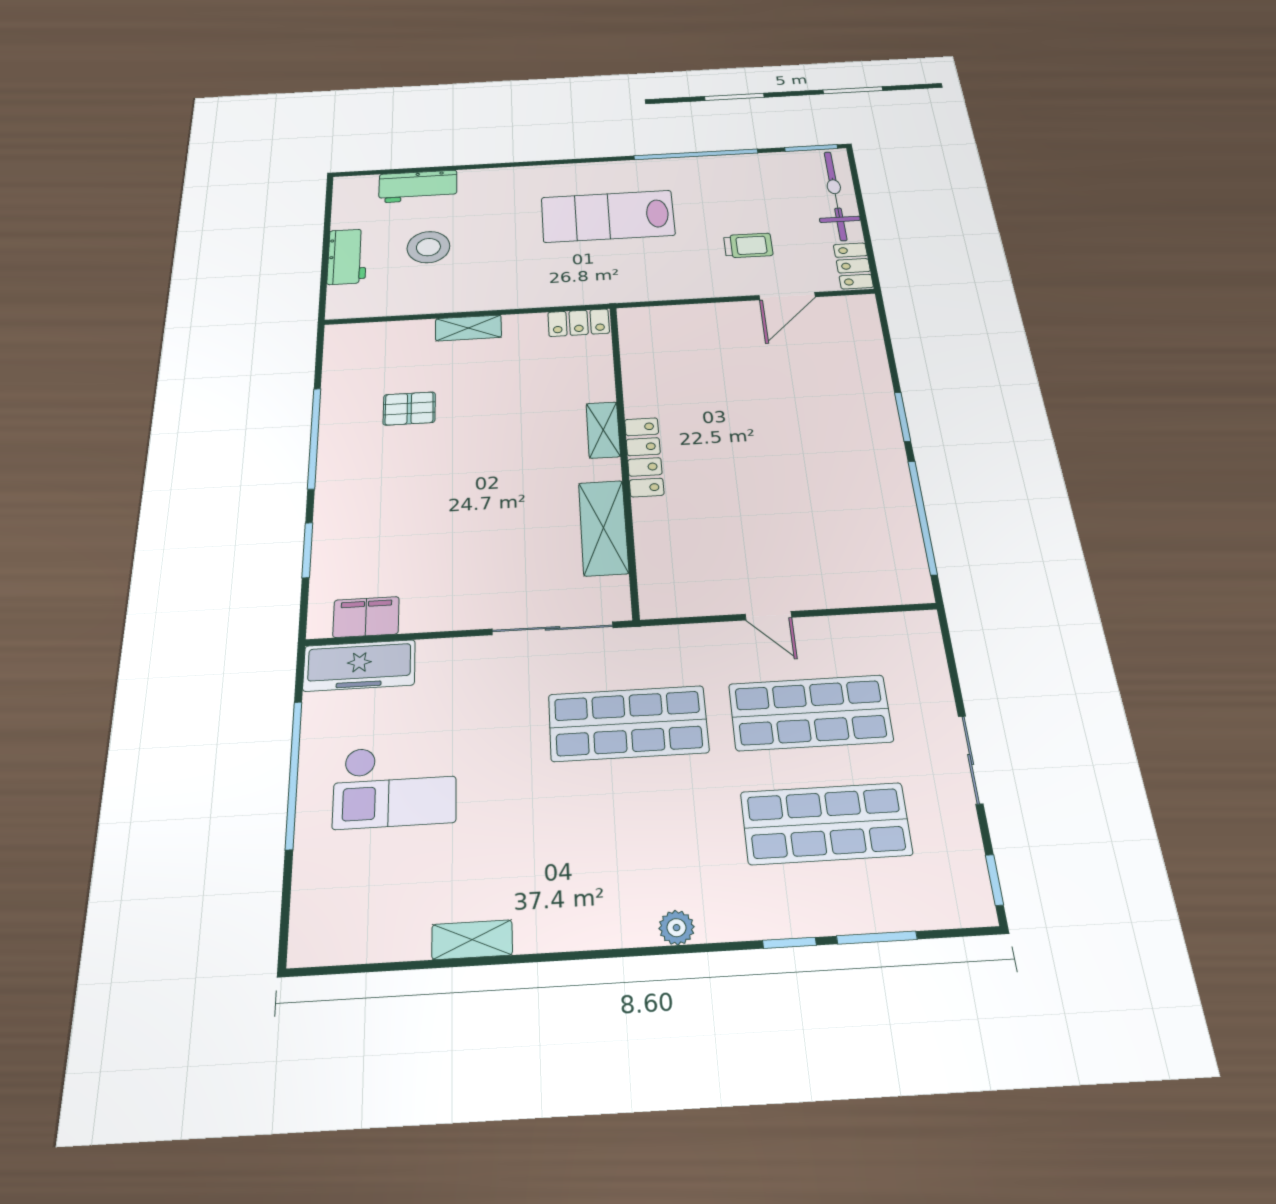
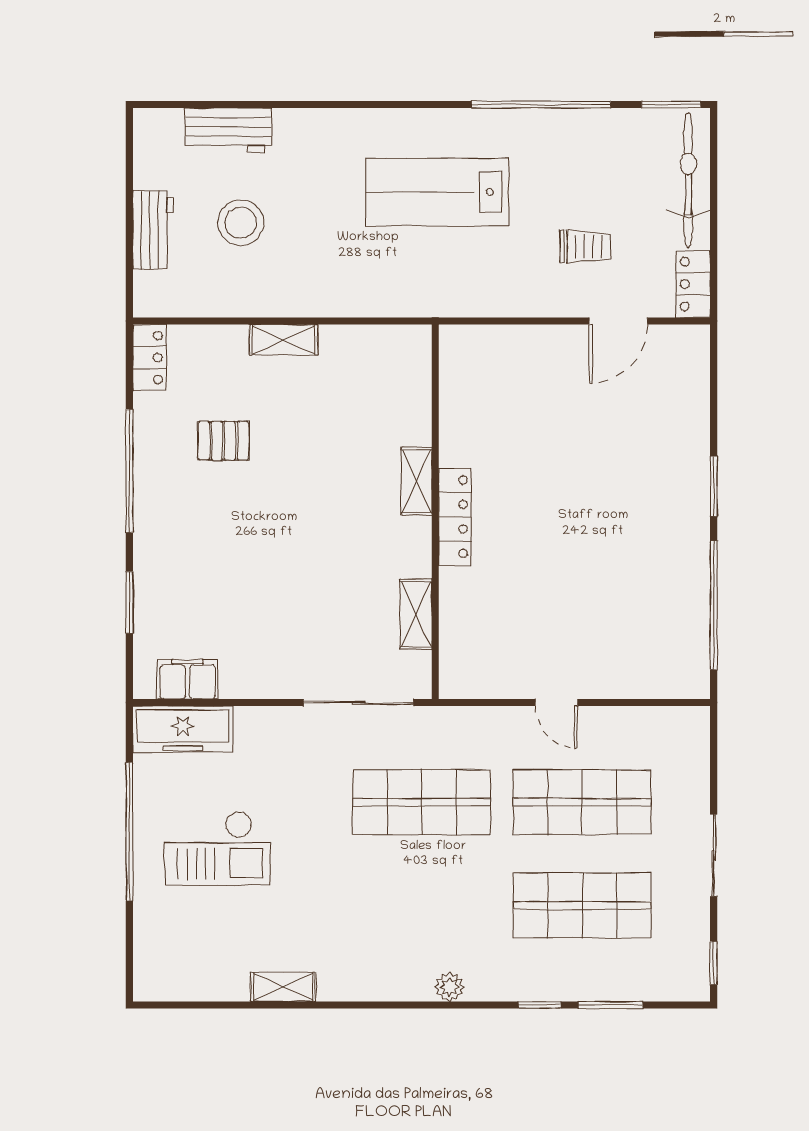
locker: (579, 323) -> (150, 358), moved, turned -90
shelving: (603, 528) -> (416, 614), width x0.67, depth x0.75

